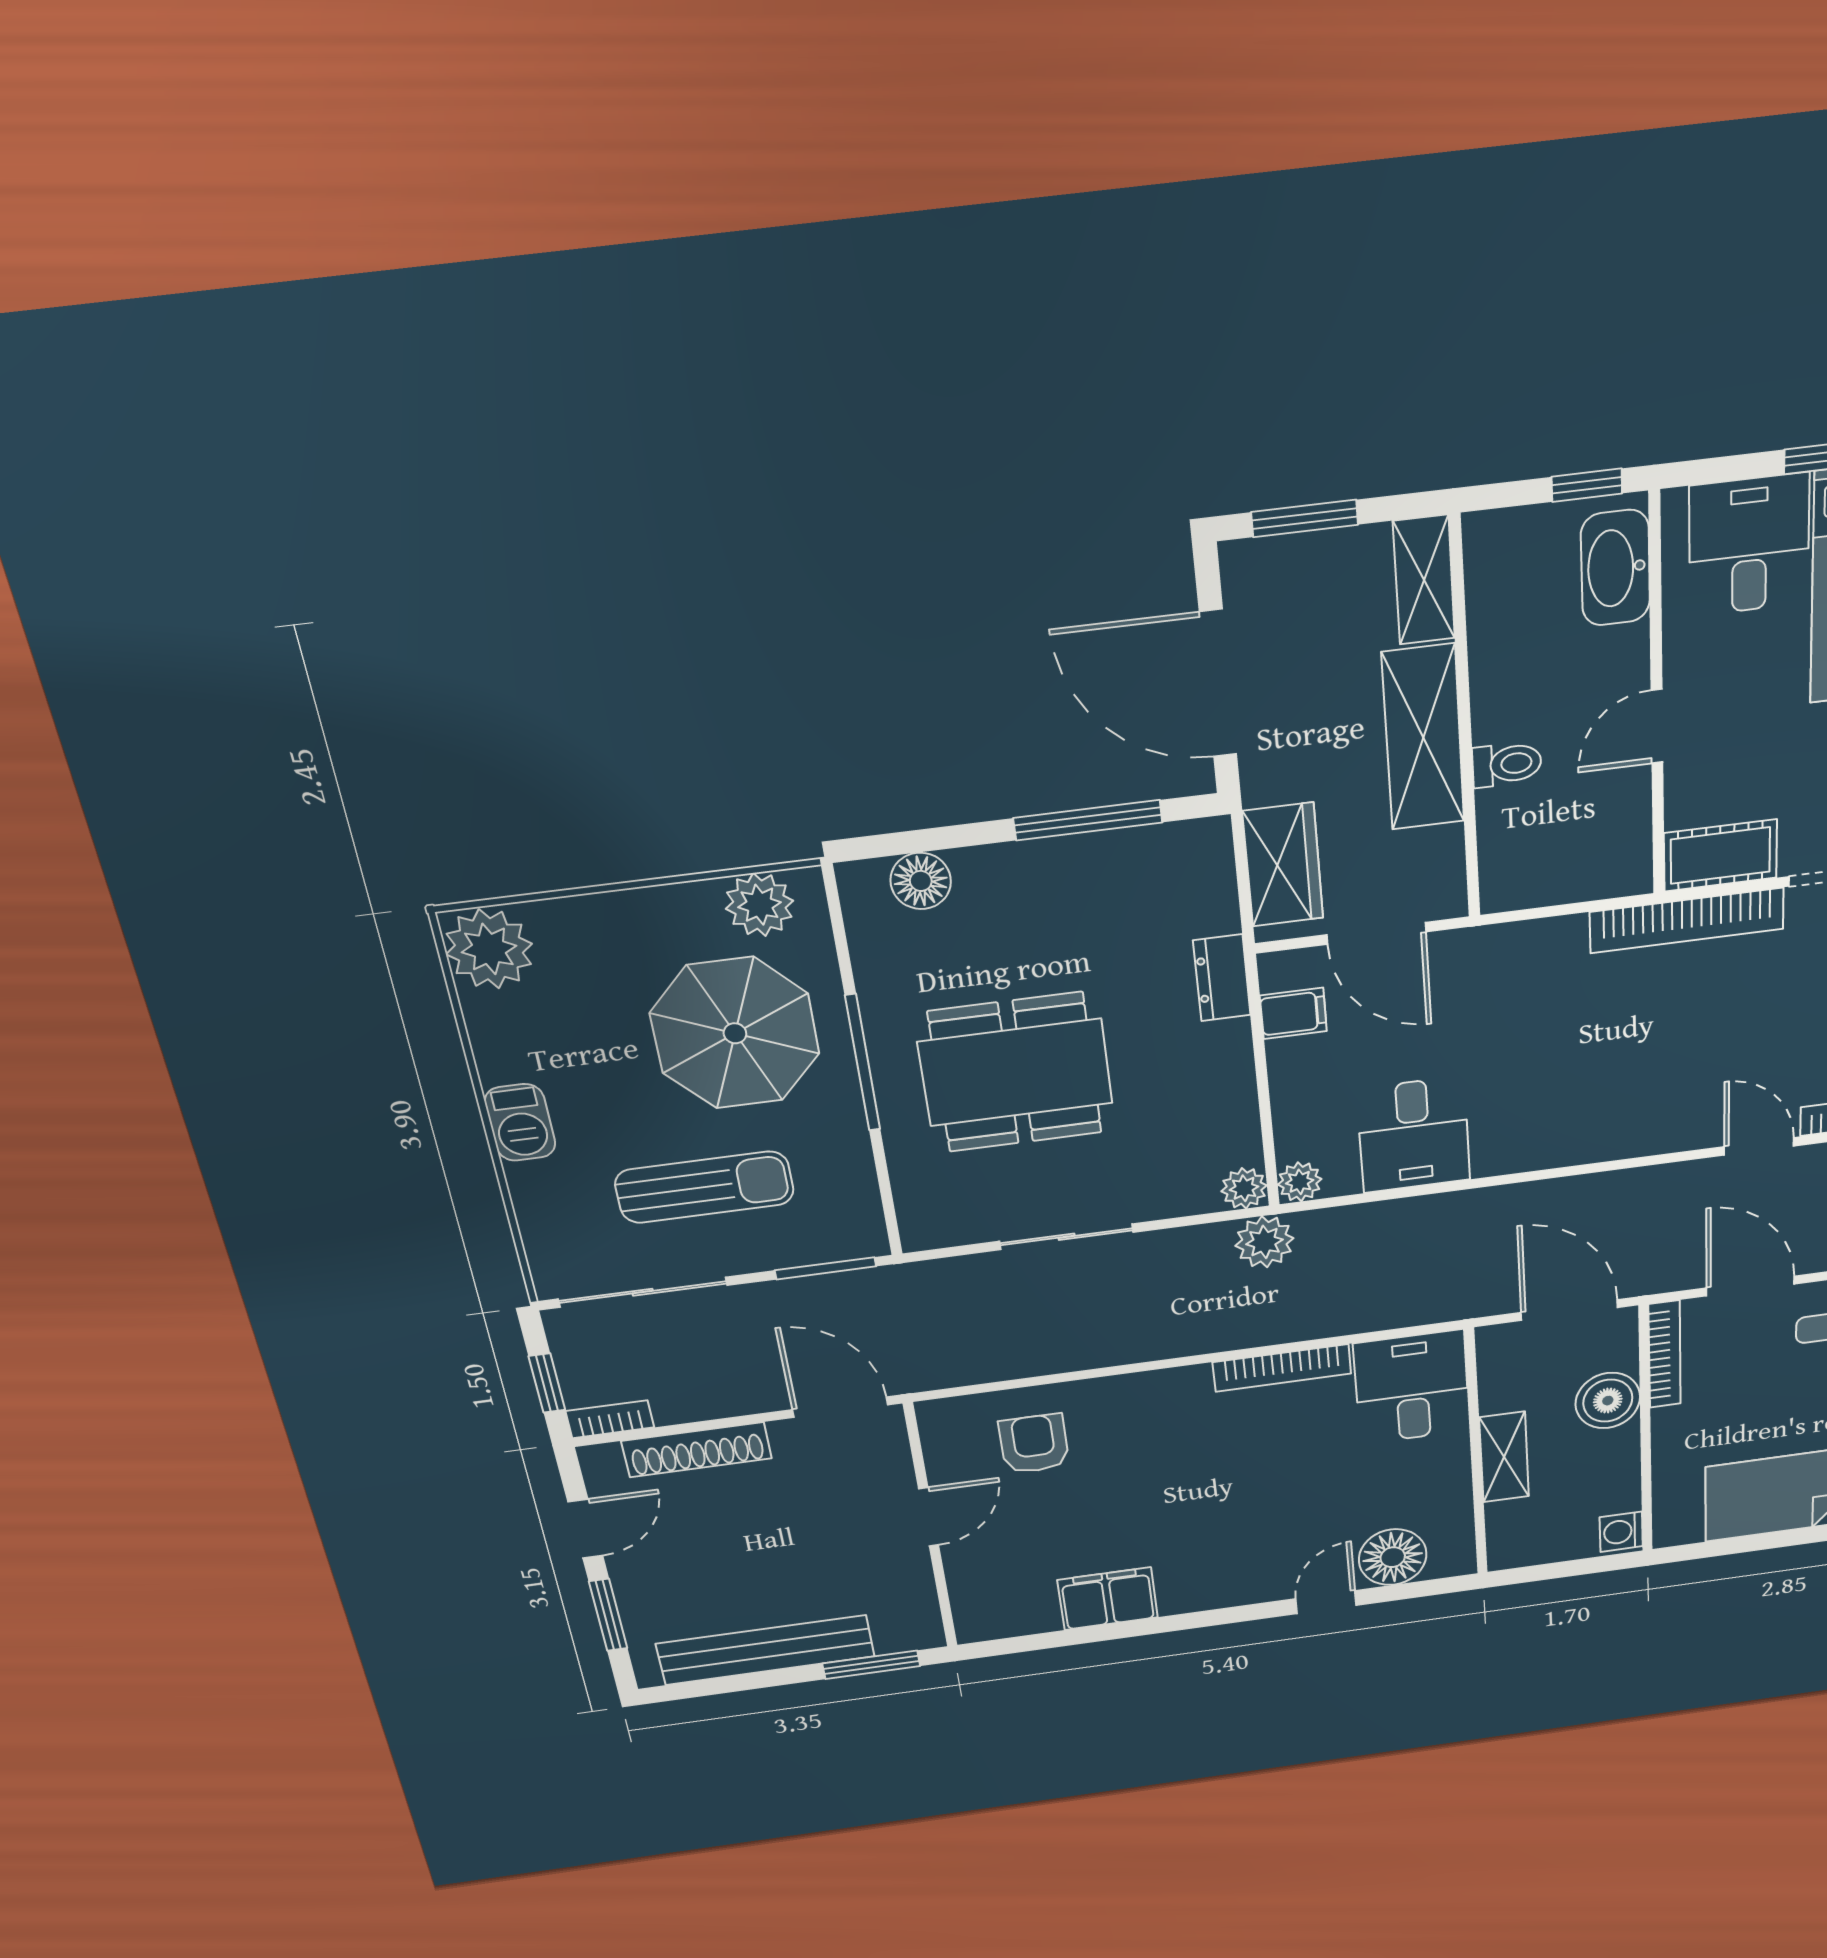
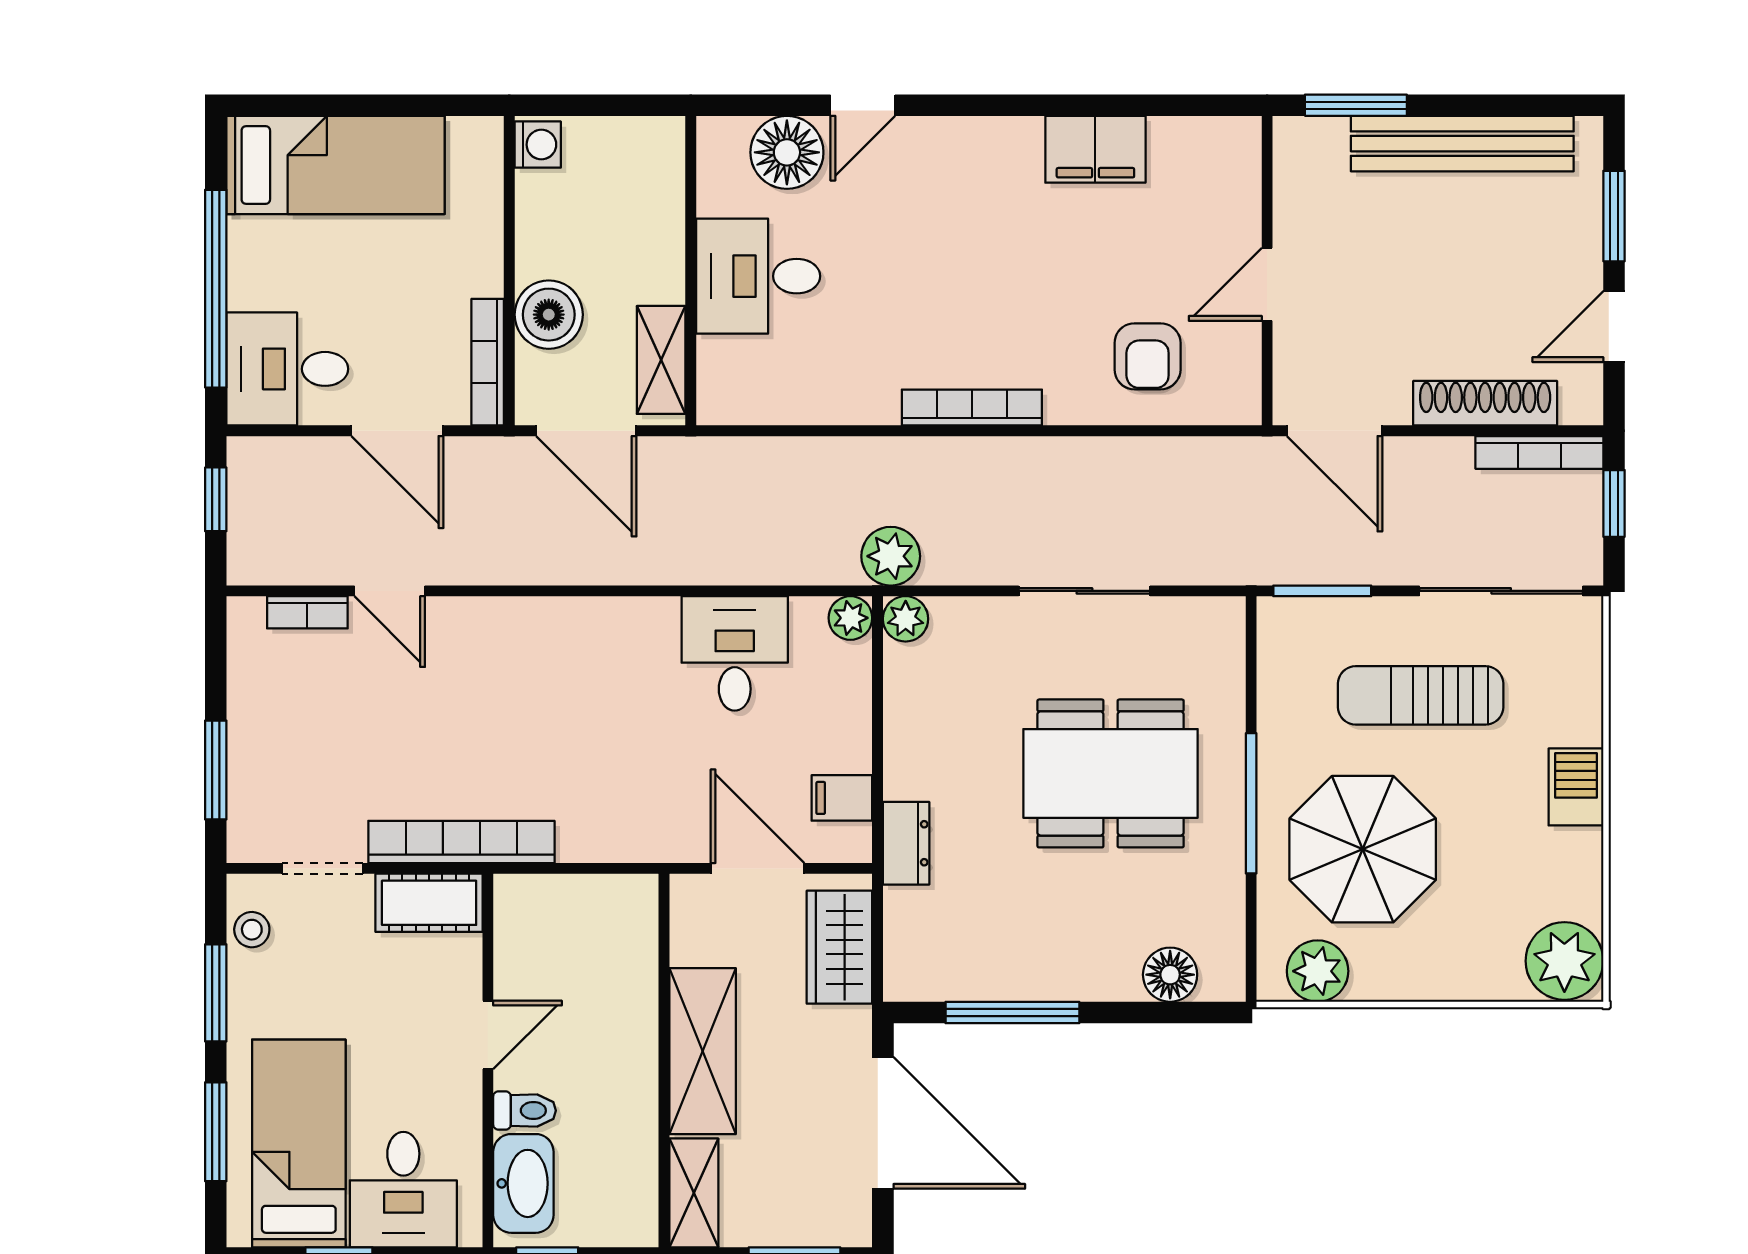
toilet: (1507, 764) -> (525, 1111), moved, turned 180
bookcase: (1282, 1368) -> (972, 407), moved
desk: (1412, 1387) -> (758, 276), moved, turned 90
bookcase: (610, 1419) -> (1539, 452), width x1.56
shelving: (1504, 1457) -> (661, 360), moved

